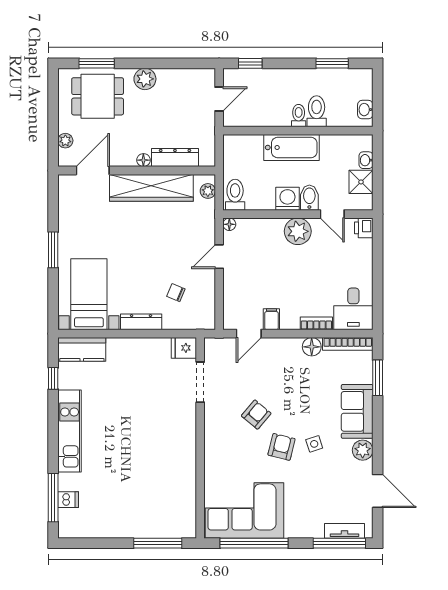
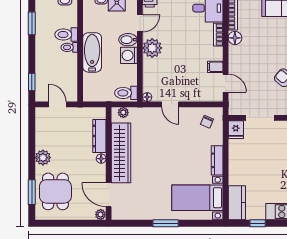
plant: (65, 141) -> (101, 215), moved
chair: (176, 293) -> (207, 122), moved

